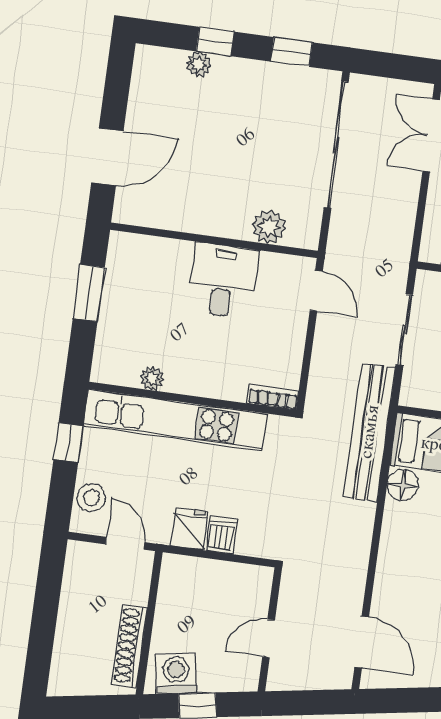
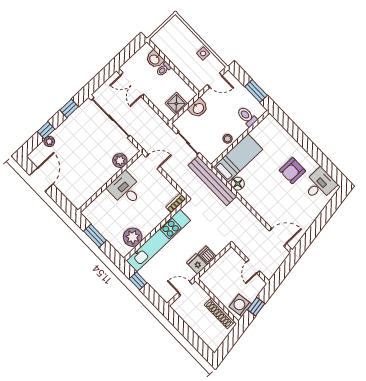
door: (107, 157) -> (41, 180), moved
plant: (152, 378) -> (133, 237), width x1.87, depth x1.87
stool: (91, 498) -> (162, 288), removed

